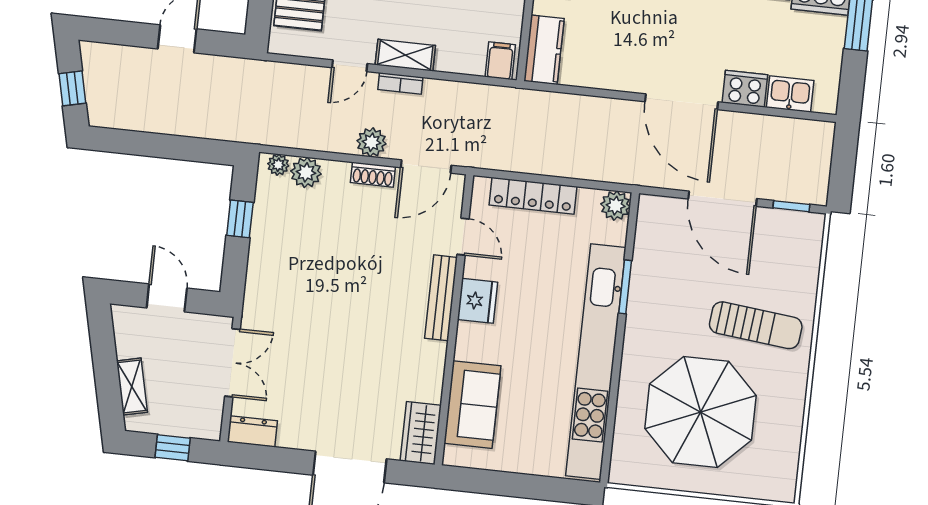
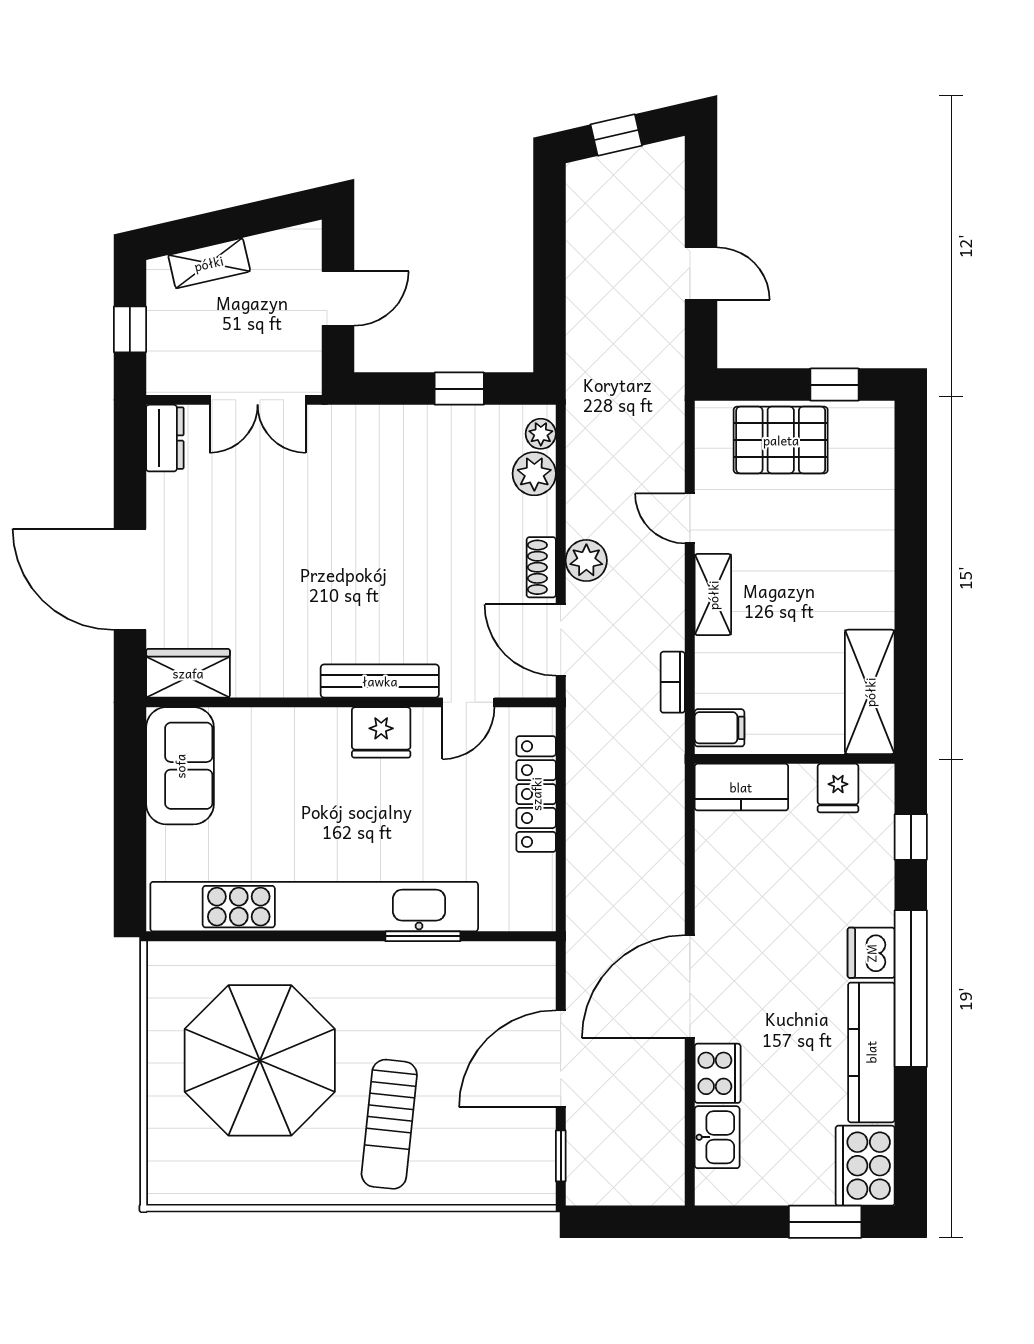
bookcase: (400, 83) -> (673, 682), moved
plant: (616, 206) -> (535, 911), removed
sofa: (472, 405) -> (180, 766), moved, turned -90

